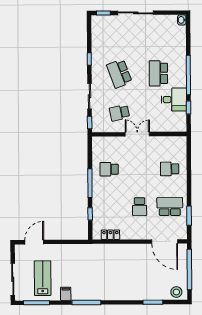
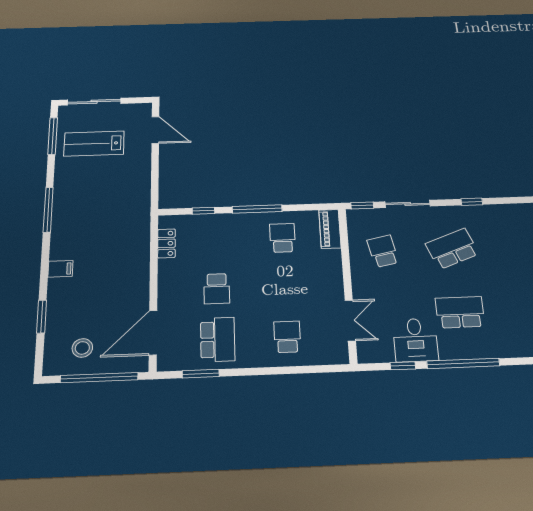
double door: (137, 134) -> (350, 320), moved
piano: (104, 142) -> (330, 229), added
school desk: (140, 207) -> (217, 289), turned -90
lab bench: (43, 278) -> (94, 144), turned 180
stool: (176, 292) -> (82, 348), moved
filing cabinet: (66, 294) -> (60, 269), moved

